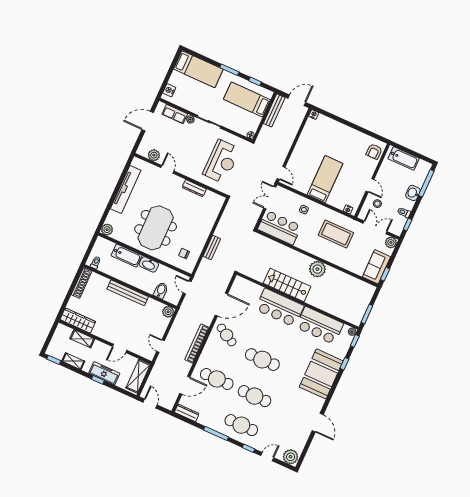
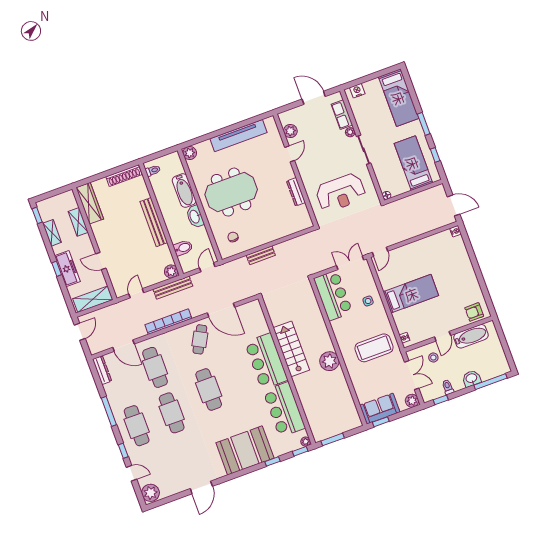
bench: (274, 110) -> (173, 288), moved
bathtub: (404, 158) -> (471, 336), moved, turned -90
coffee table: (336, 234) -> (374, 348), turned 90

